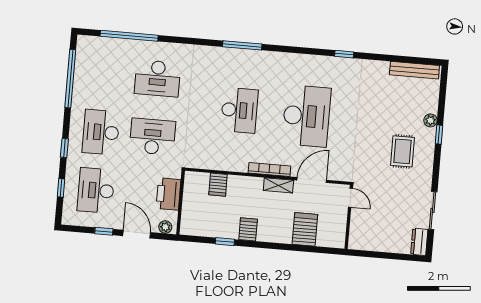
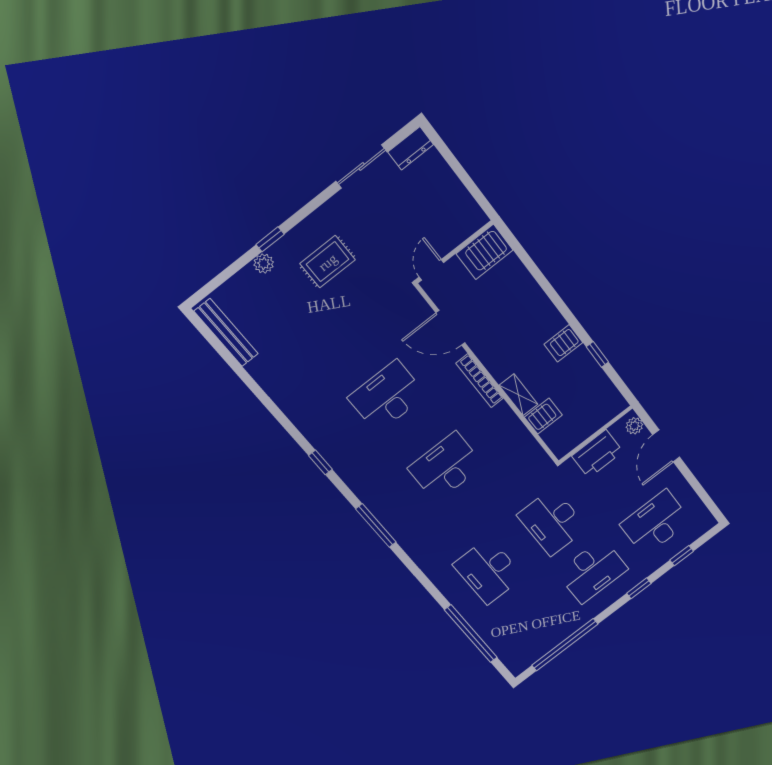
window: (344, 54) -> (320, 462), moved
desk: (157, 78) -> (488, 571), turned 180
desk: (307, 116) -> (387, 396), width x0.73, depth x0.77
shelving: (278, 185) -> (518, 395), moved
desk: (96, 190) -> (655, 523), turned 180
server rack: (305, 229) -> (485, 252), moved
window: (104, 231) -> (691, 478), removed

